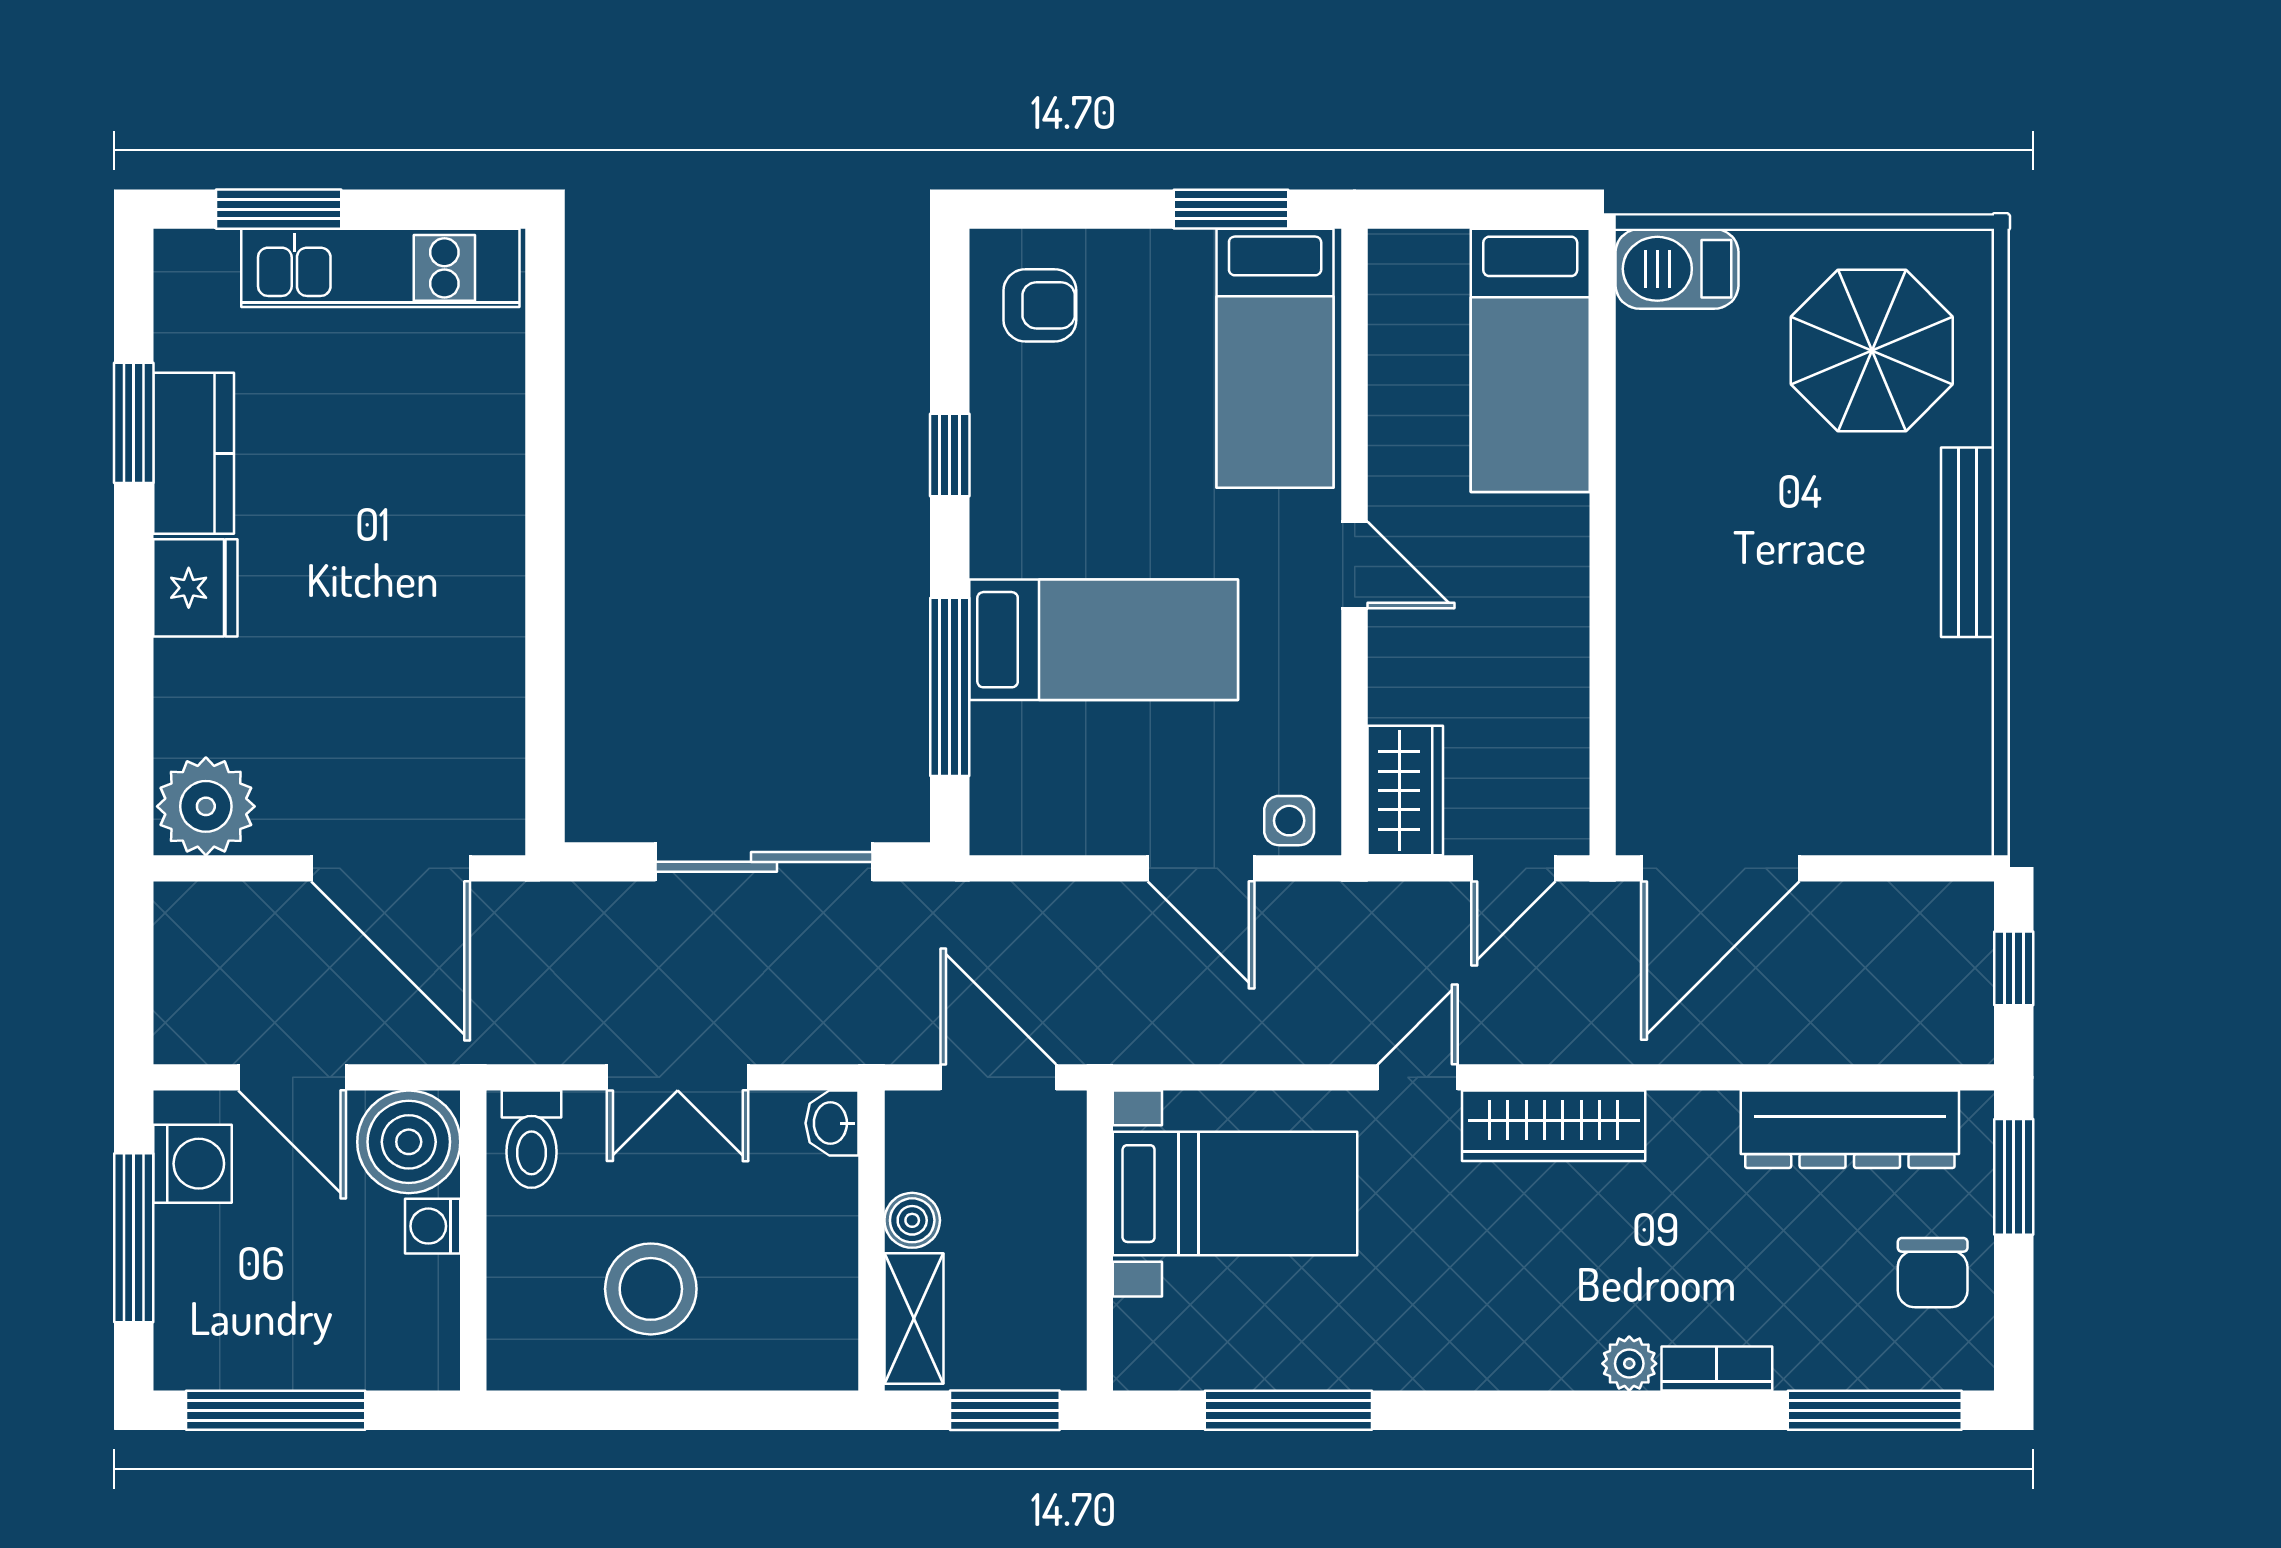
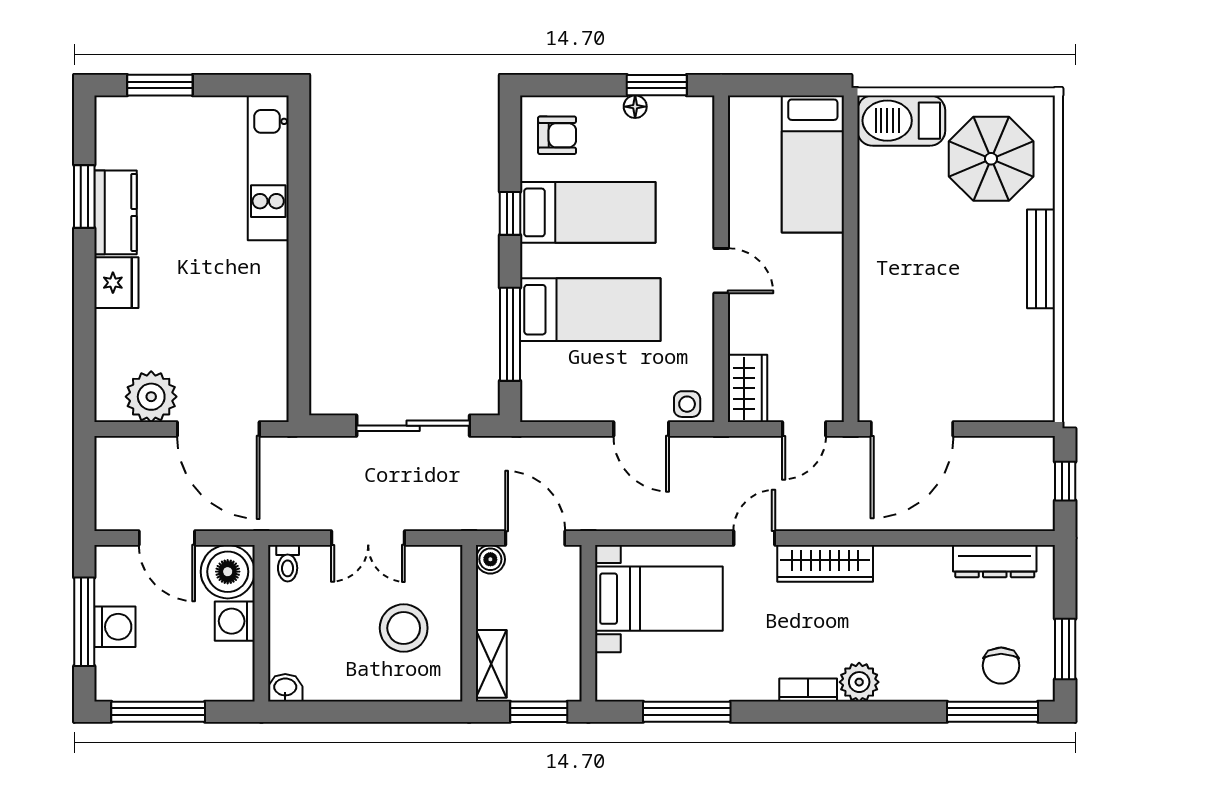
floor lamp: (1190, 251) -> (635, 107), added
kitchen unit: (380, 268) -> (268, 168), moved, turned 90
barbecue: (1677, 269) -> (901, 121), width x1.37, depth x1.21
bed: (1275, 358) -> (588, 212), moved, turned -90
plant: (206, 806) -> (151, 397), moved
washbasin: (832, 1123) -> (285, 688), moved, turned 90
dresser: (1850, 1129) -> (995, 561), width x0.73, depth x0.80
toilet: (532, 1139) -> (288, 563), width x0.73, depth x0.72
washing machine: (193, 1164) -> (115, 627), moved
window: (2014, 1177) -> (1065, 649), moved
boiler: (912, 1220) -> (490, 559), moved
washing machine: (433, 1226) -> (235, 621), width x1.38, depth x1.38
chair: (1933, 1273) -> (1001, 666), moved
stool: (651, 1289) -> (404, 628), moved
plant: (1629, 1364) -> (859, 682), width x1.38, depth x1.38
bookcase: (1717, 1369) -> (808, 690), moved

